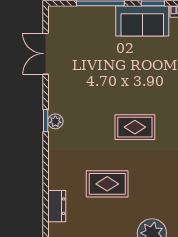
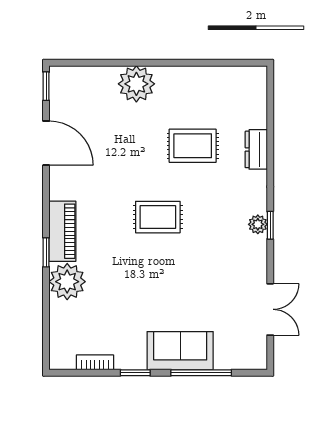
sofa: (142, 21) -> (180, 351), moved
dresser: (57, 206) -> (256, 149), moved

